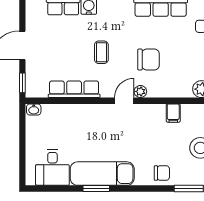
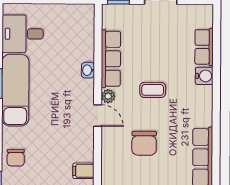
plant: (140, 91) -> (108, 96), moved
washbasin: (34, 109) -> (88, 70), moved

